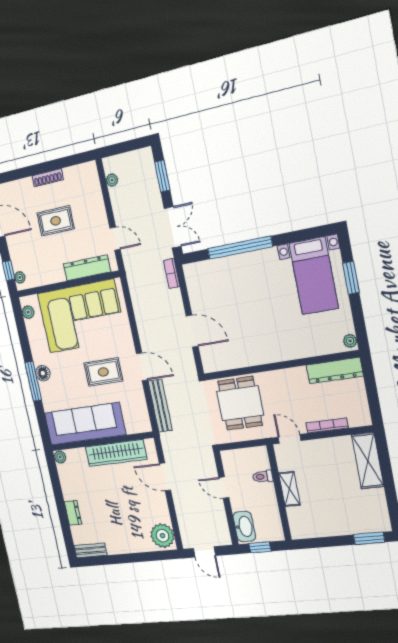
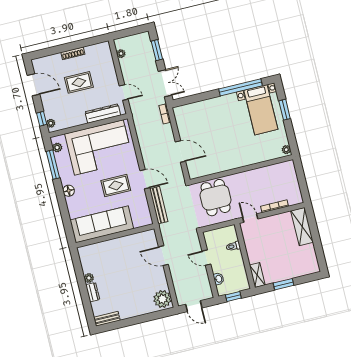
window: (240, 248) -> (240, 87), moved
dresser: (335, 371) -> (278, 170), removed
window: (33, 381) -> (53, 165), moved
wardrobe: (116, 453) -> (126, 243), removed
plant: (60, 457) -> (89, 278), moved
shelving: (289, 489) -> (257, 275), moved
washbasin: (244, 527) -> (219, 279), width x0.52, depth x0.69
window: (369, 538) -> (284, 284), moved

